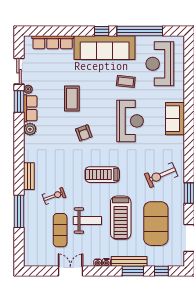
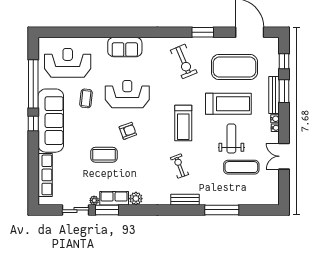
reception desk: (160, 64) -> (68, 63), turned 180
armchair: (84, 133) -> (128, 131), moved
exercise bike: (54, 196) -> (179, 166), moved

